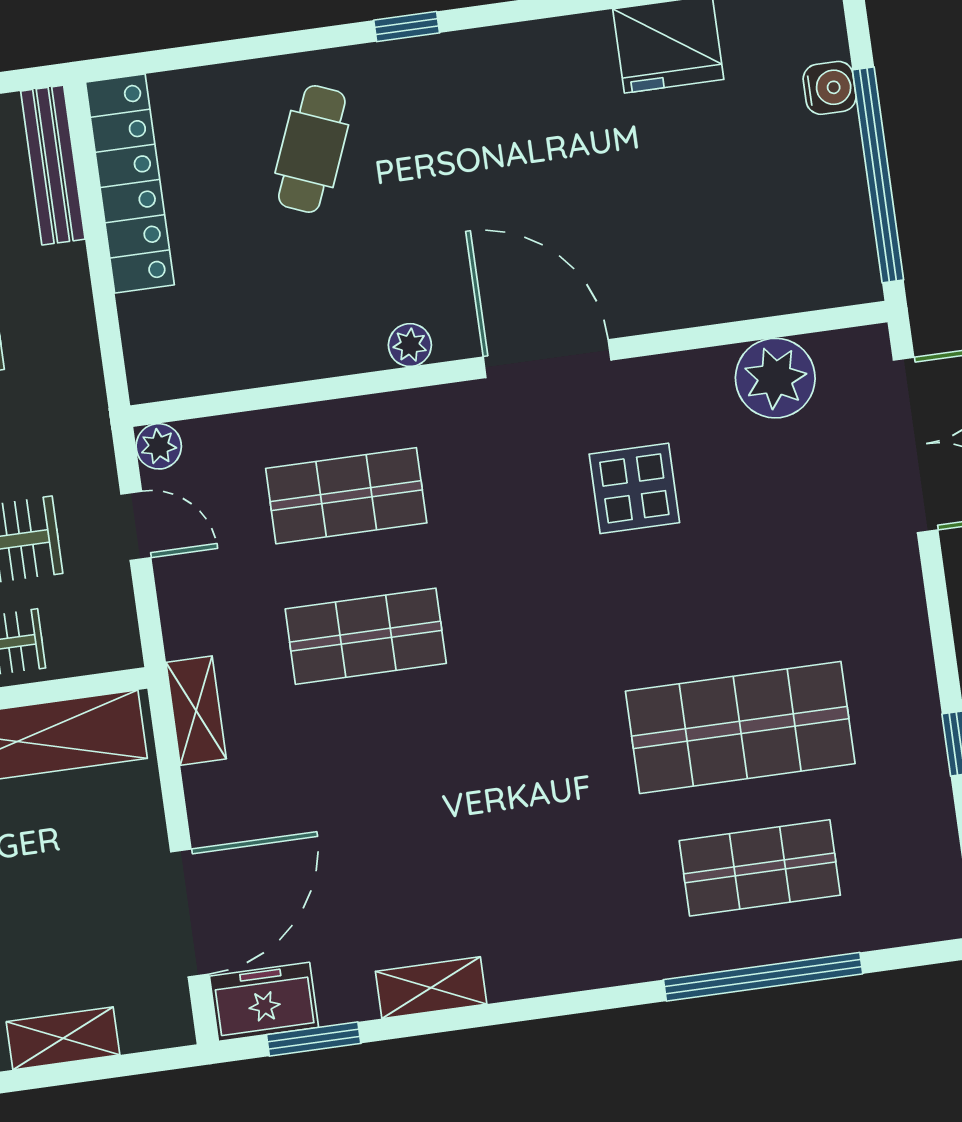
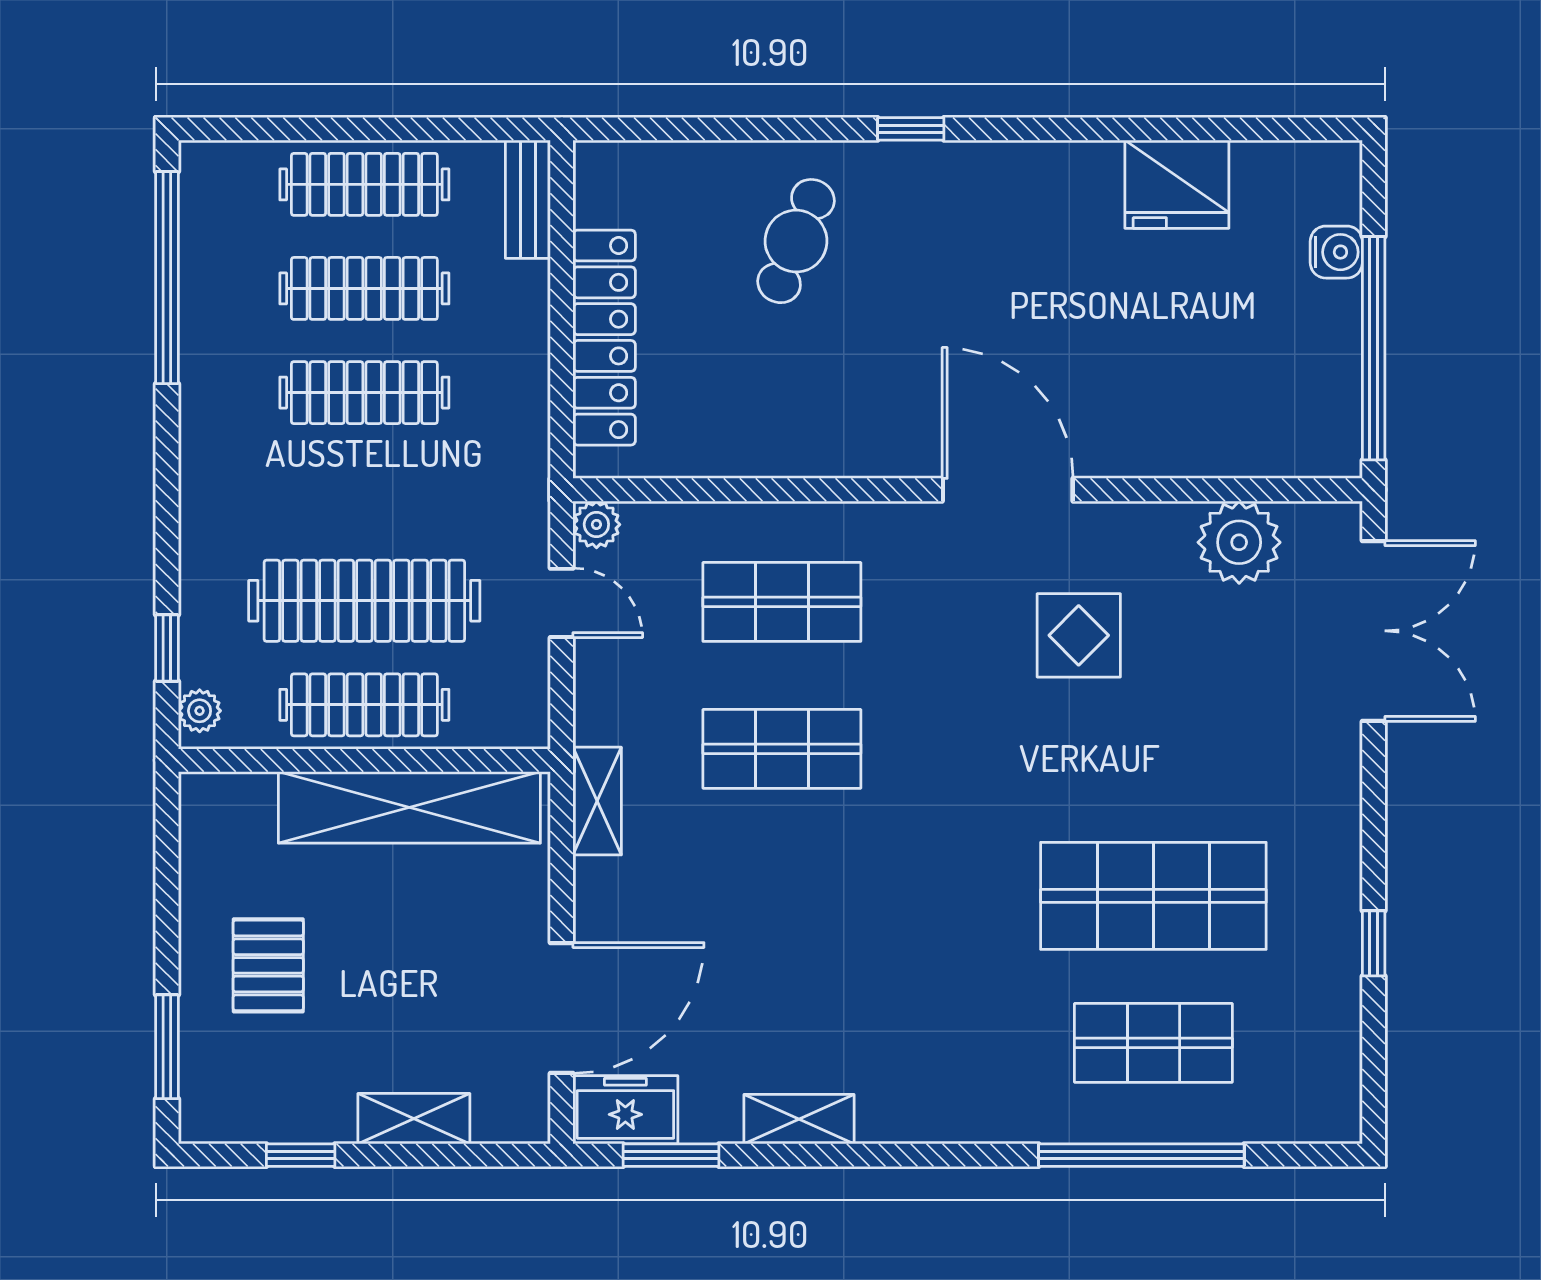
bench: (53, 165) -> (528, 199), width x0.73
locker: (130, 184) -> (604, 338), moved
plant: (410, 345) -> (869, 456), removed

